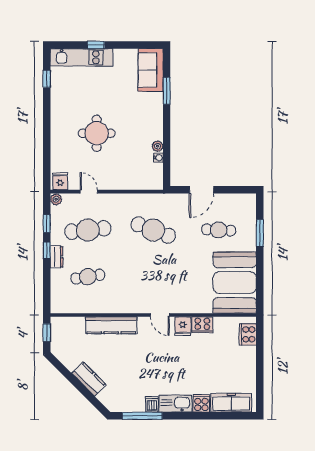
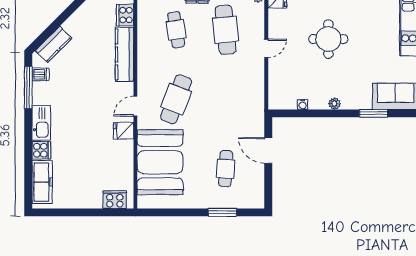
plant: (157, 146) -> (334, 104), moved
door: (89, 192) -> (266, 48), moved
cafe table: (153, 230) -> (176, 99), moved
booth: (235, 283) -> (160, 162), moved, turned 90
cooker: (202, 325) -> (125, 15), moved
kitchen counter: (89, 379) -> (54, 44), moved
dishwasher: (152, 404) -> (40, 74), moved

